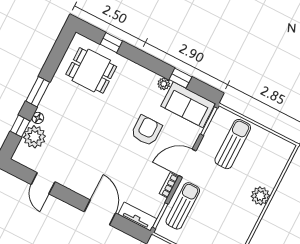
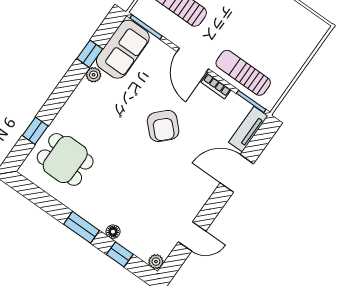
dining table: (91, 70) -> (65, 159), turned 90
armchair: (146, 131) -> (163, 126), moved, turned -135
plant: (34, 137) -> (156, 262), moved, width x0.53, depth x0.53

